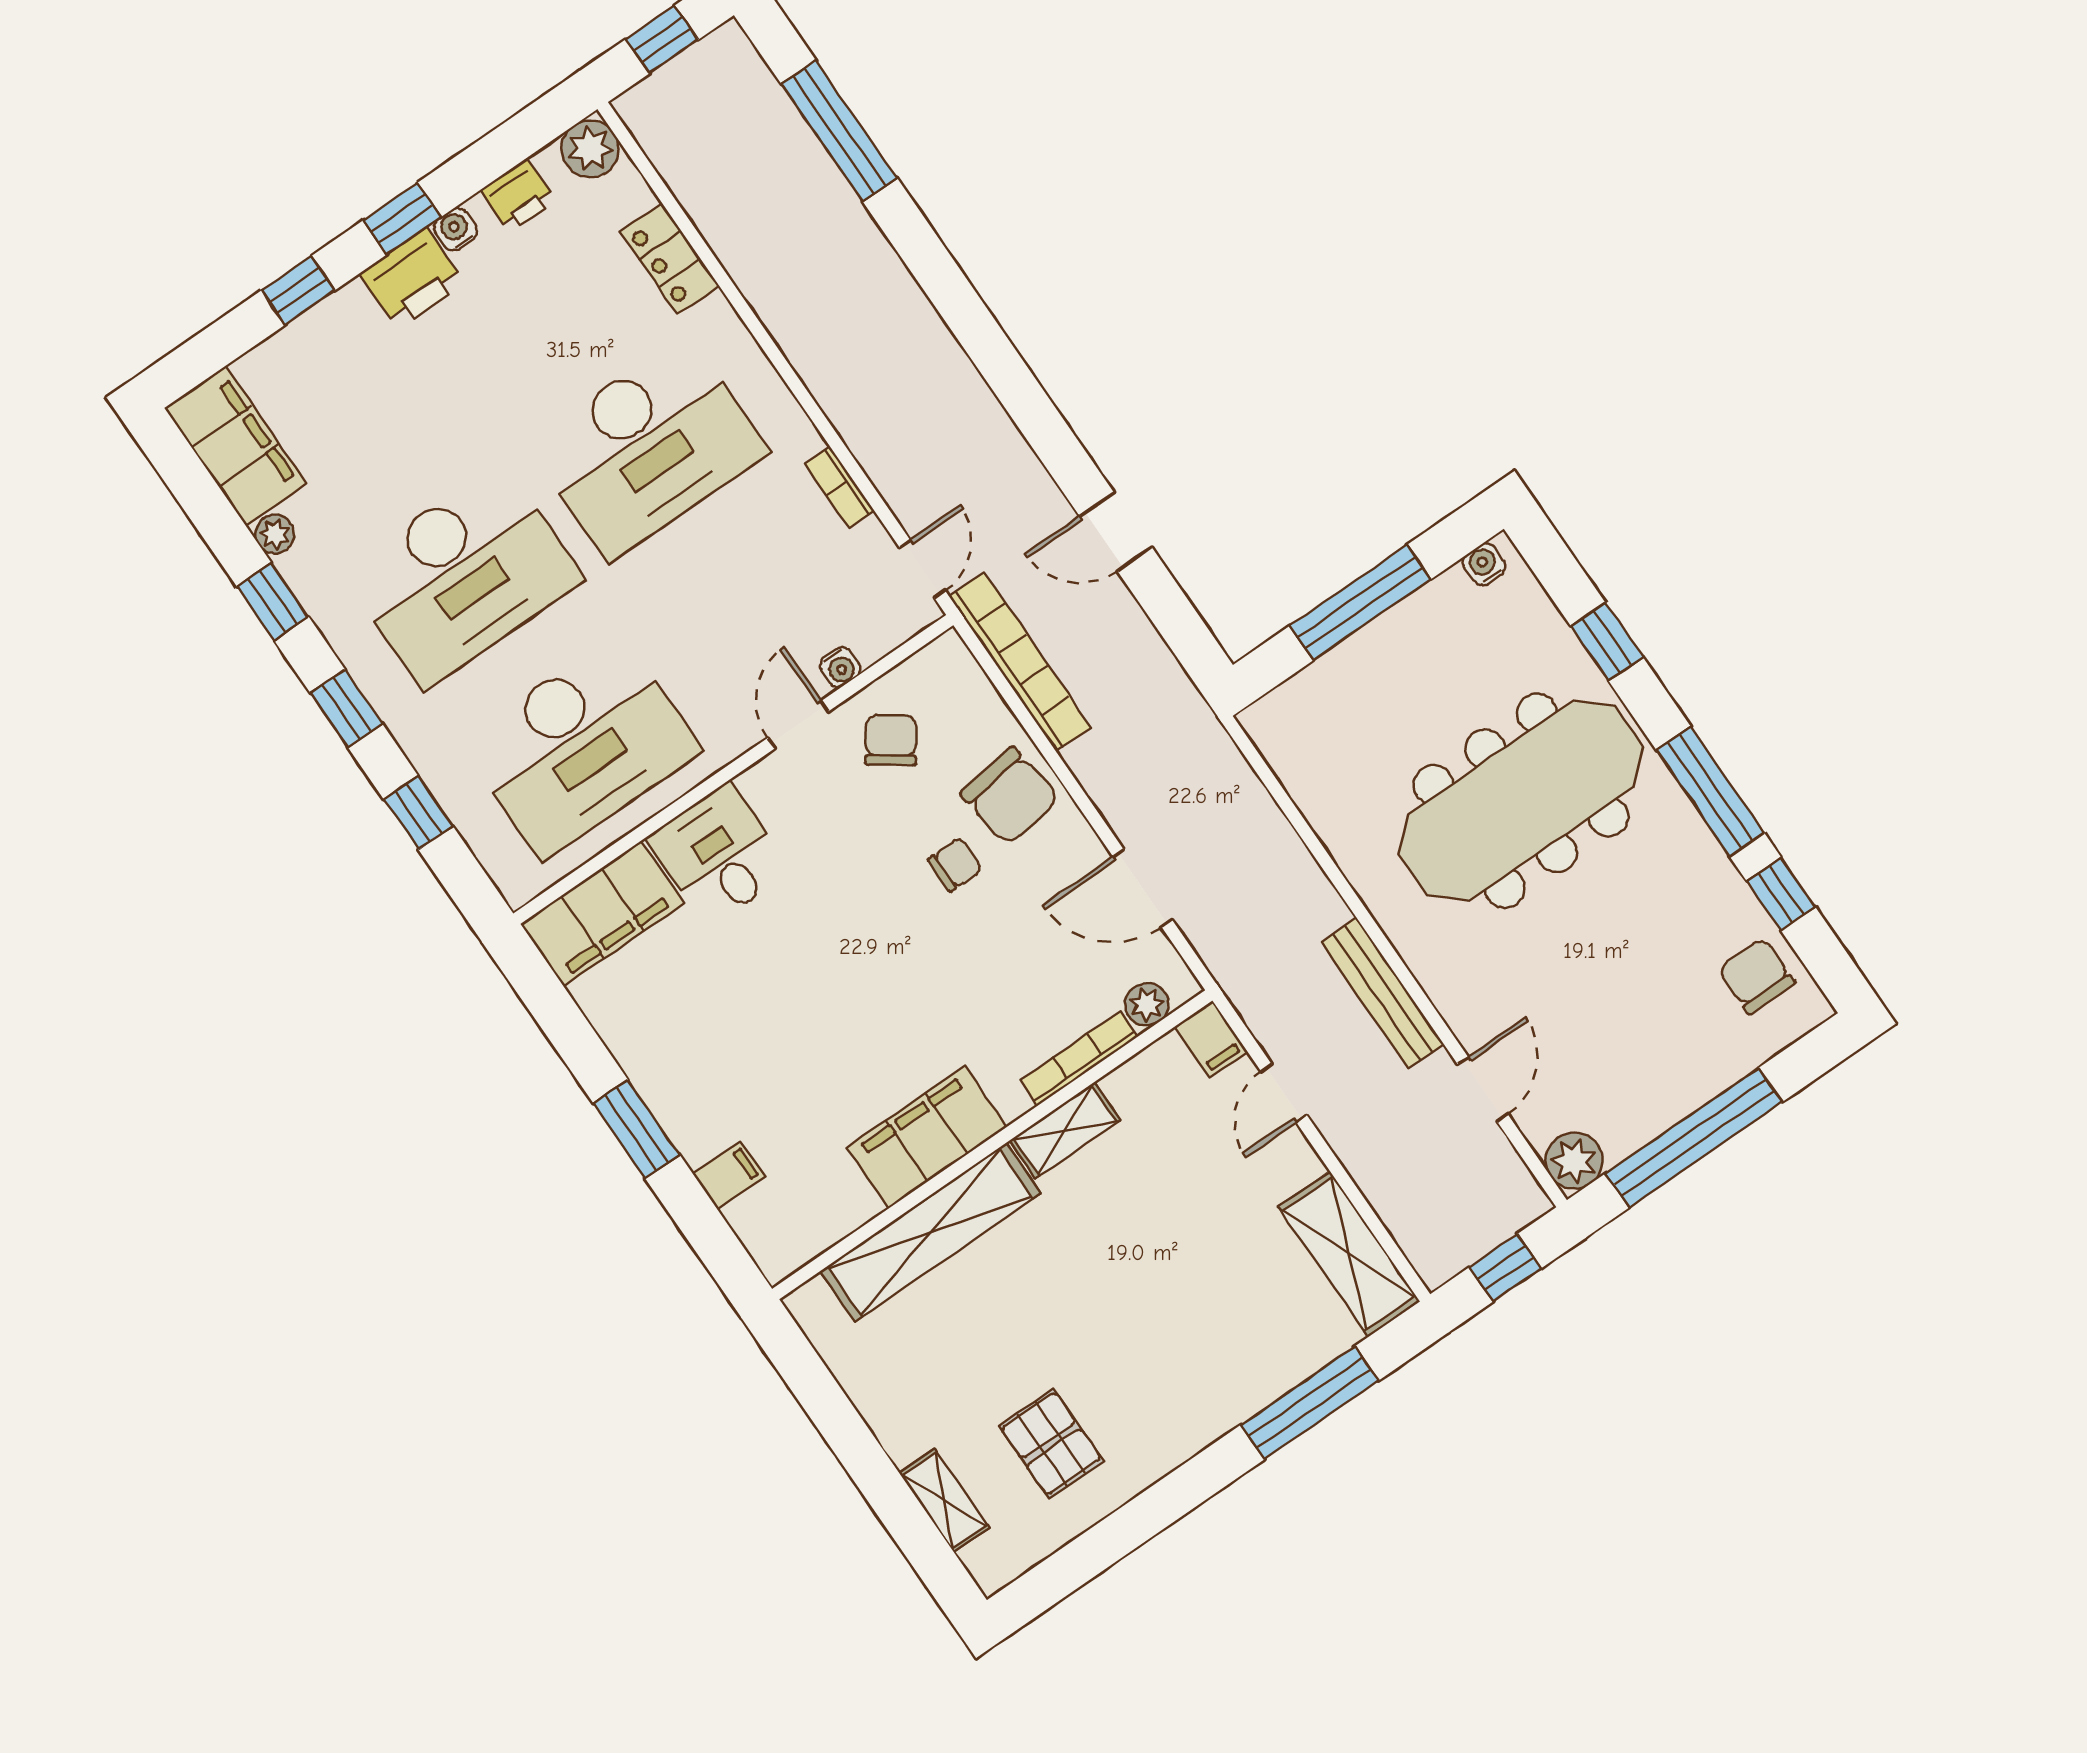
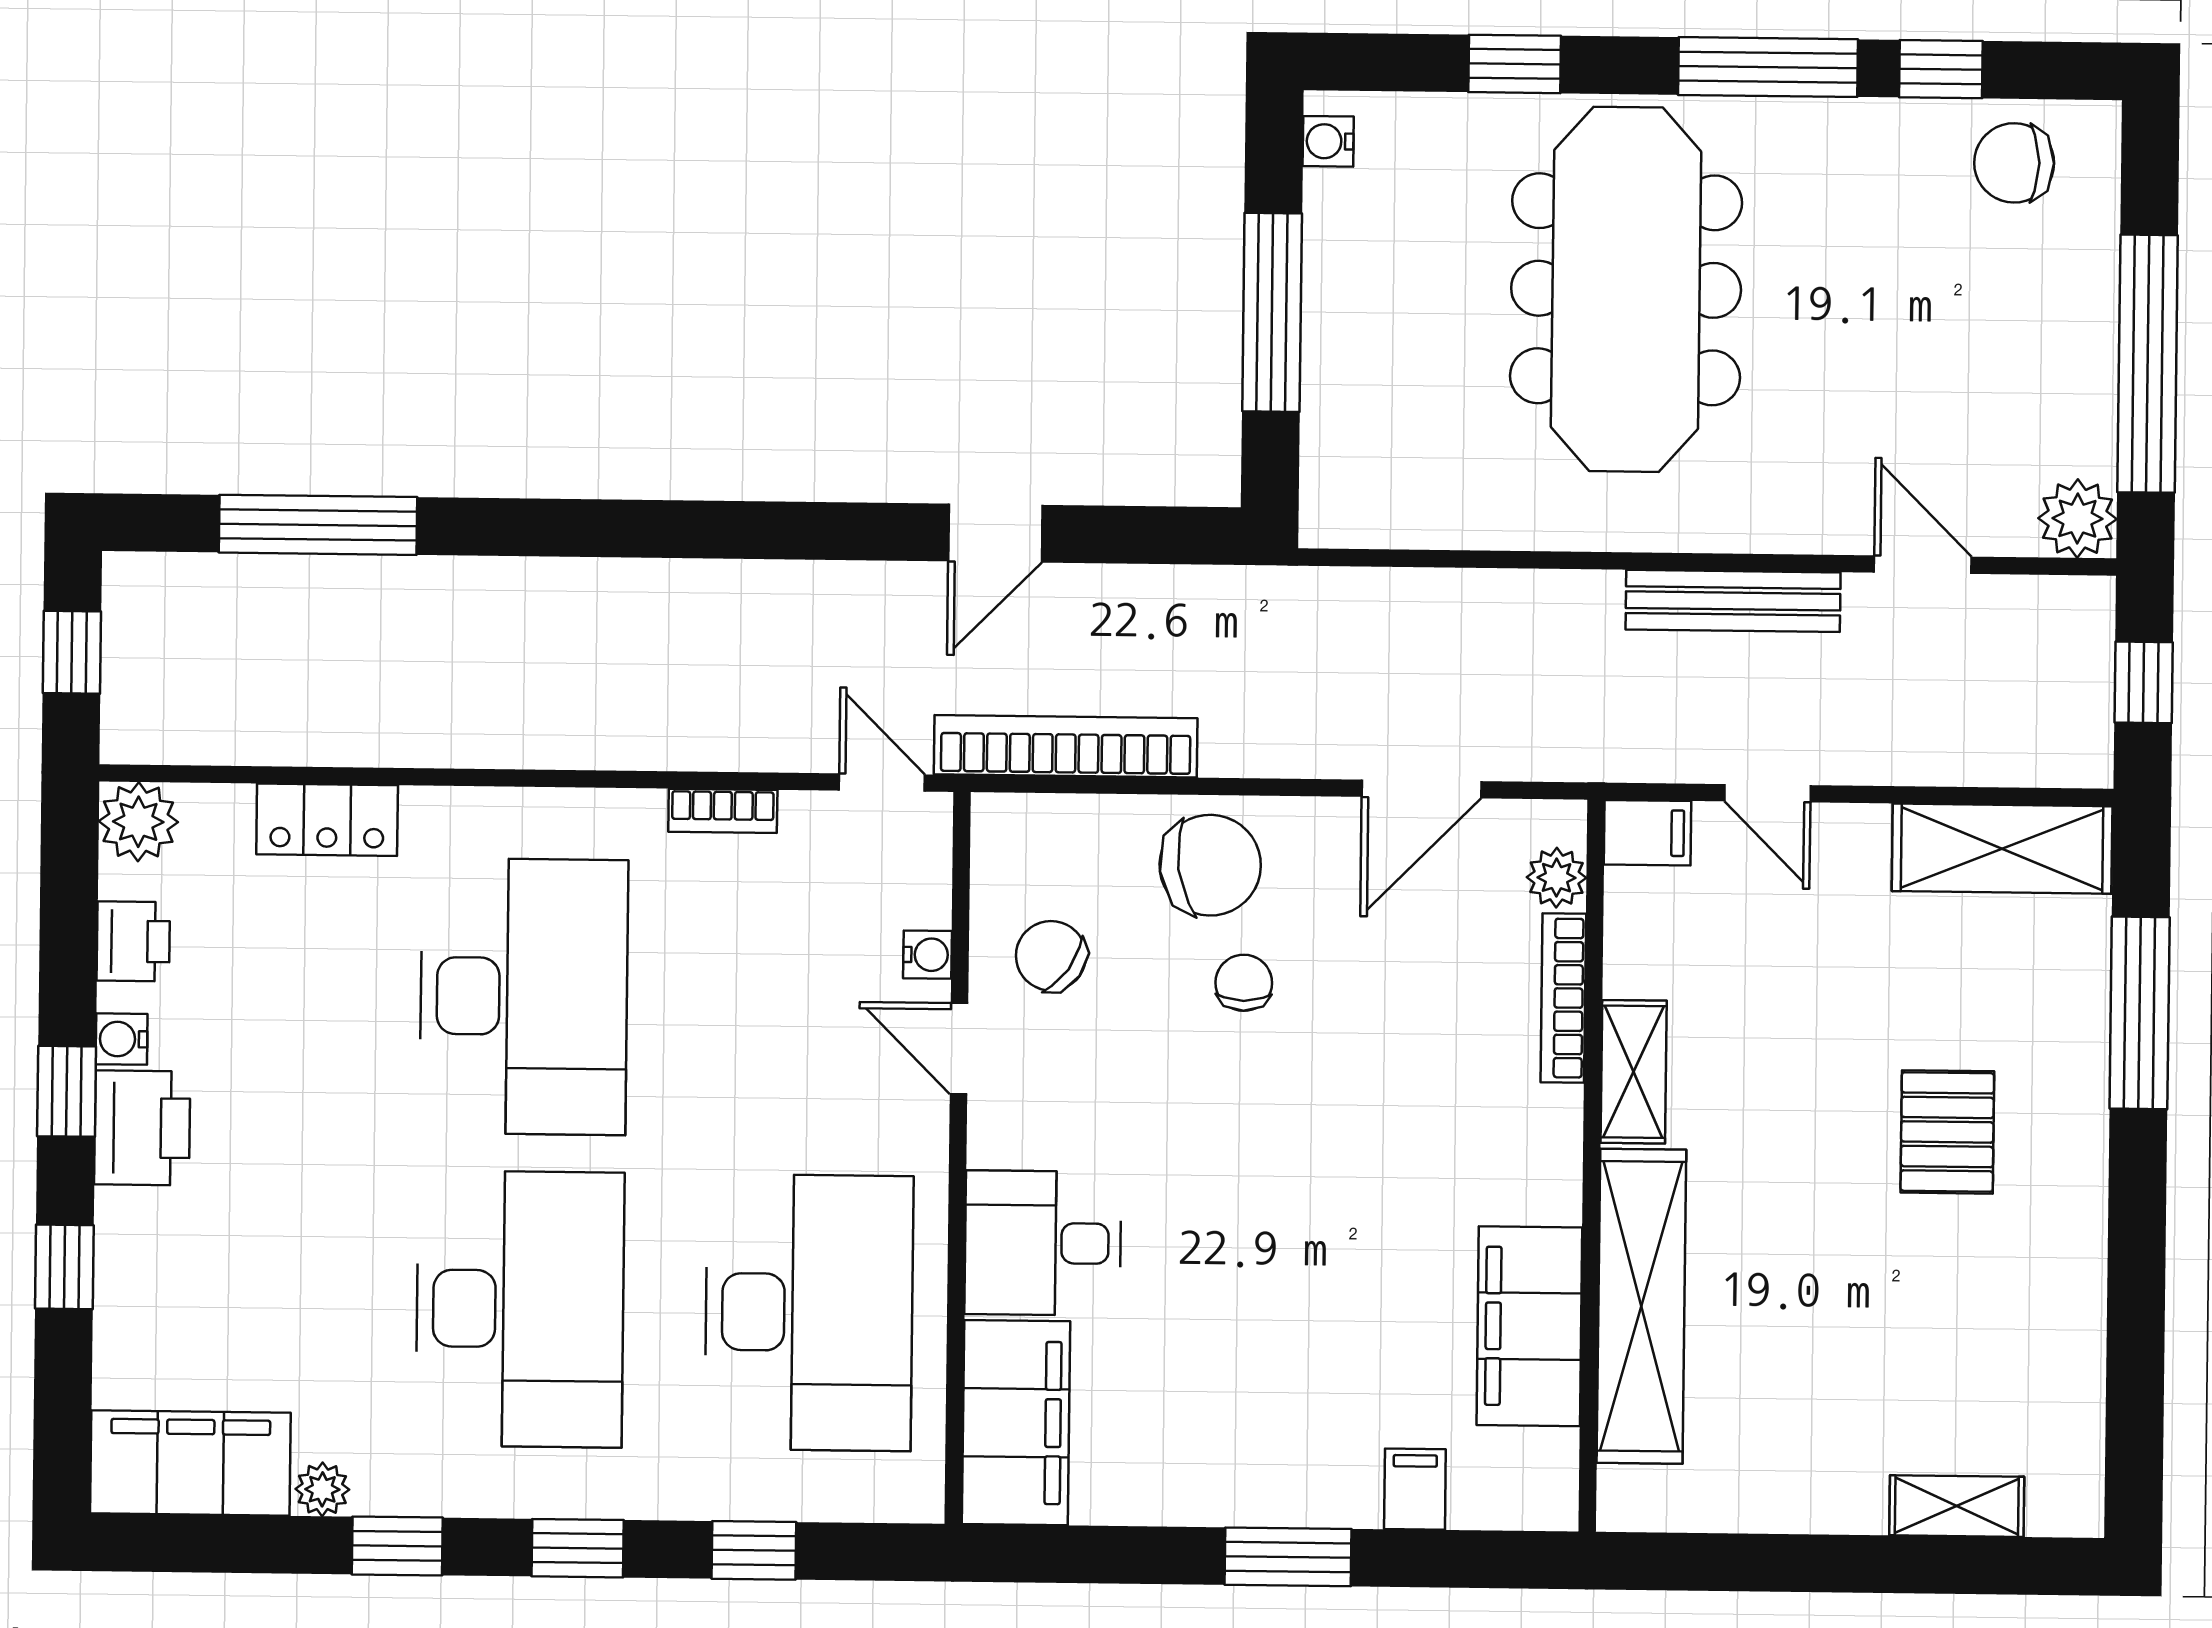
filing cabinet: (927, 1137) -> (1529, 1326), moved
pallet: (1051, 1444) -> (1947, 1132), moved, turned 90

